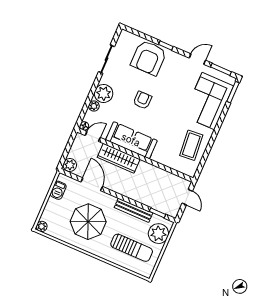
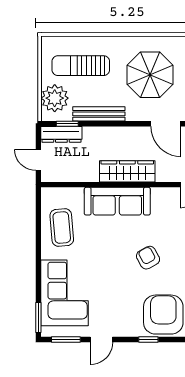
armchair: (142, 100) -> (148, 258), turned 151
sofa: (131, 140) -> (117, 201), moved
wardrobe: (119, 158) -> (127, 171), moved
dresser: (164, 207) -> (61, 134), added

